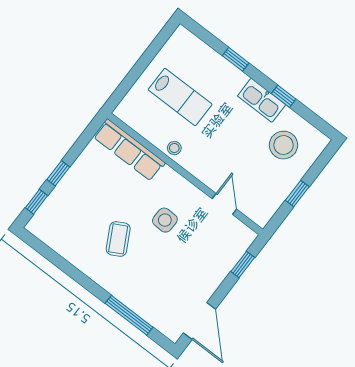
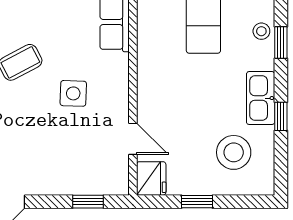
stool: (174, 148) -> (261, 31), moved
door: (224, 204) -> (133, 139), hinge flipped
fridge: (259, 212) -> (151, 178), added

